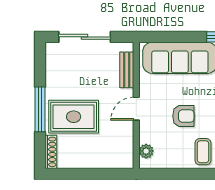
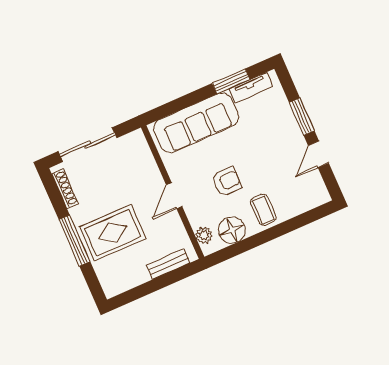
bench: (127, 70) -> (168, 264), moved, turned 90
shoe rack: (51, 152) -> (65, 188), moved
floor lamp: (170, 157) -> (232, 230), added

